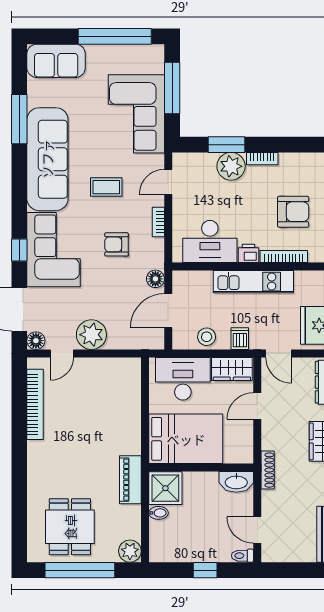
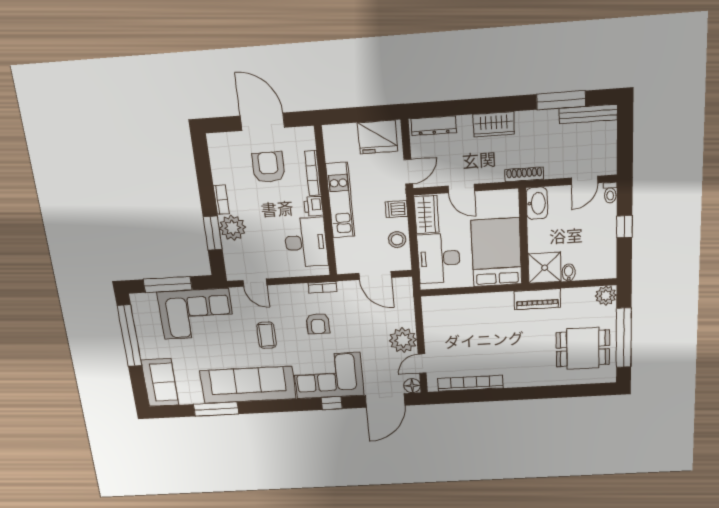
bookcase: (158, 222) -> (322, 287), moved
floor lamp: (155, 279) -> (346, 288), removed
door: (62, 353) -> (422, 364), swing flipped

